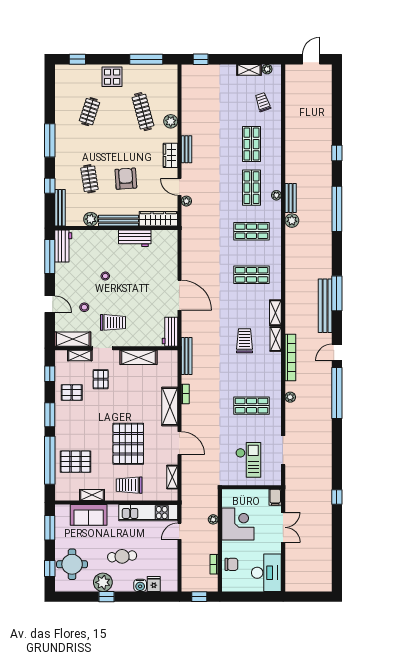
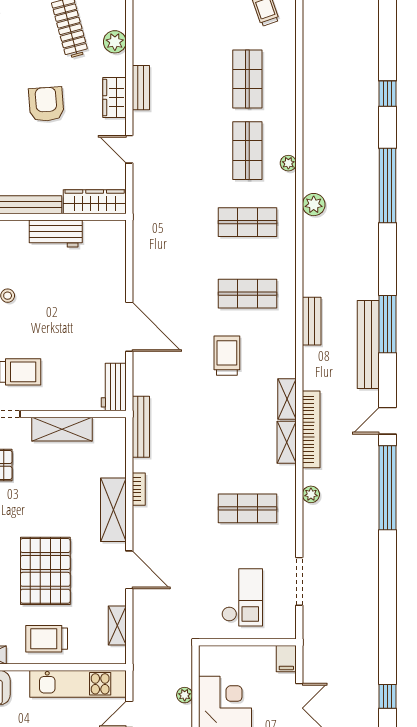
armchair: (126, 179) -> (46, 104), moved
bench: (291, 198) -> (312, 321), moved
plant: (186, 201) -> (141, 173), removed
shelving: (275, 313) -> (287, 442), moved
trolley: (245, 341) -> (227, 356), moved
window: (337, 497) -> (388, 696), moved

